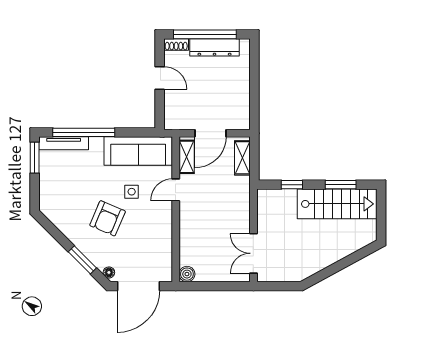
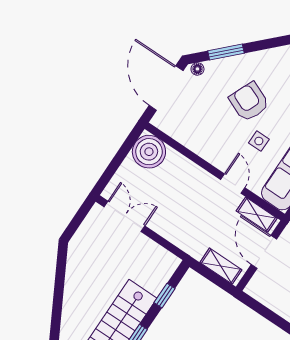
boiler: (187, 274) -> (149, 152), width x1.86, depth x1.86

